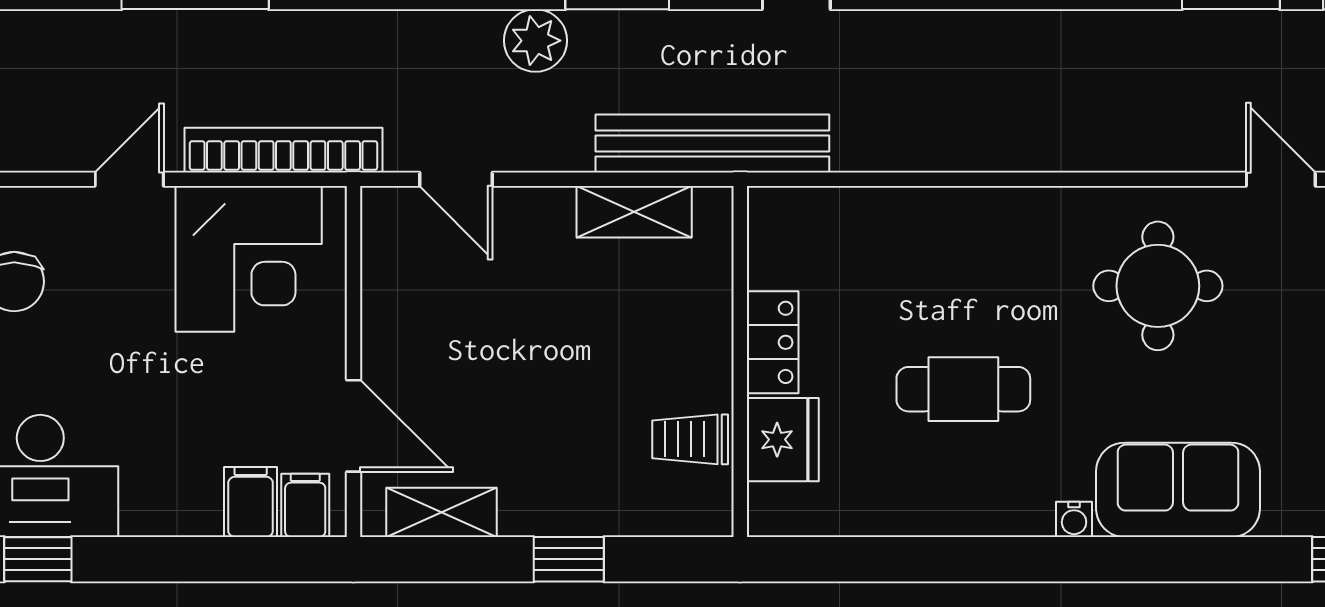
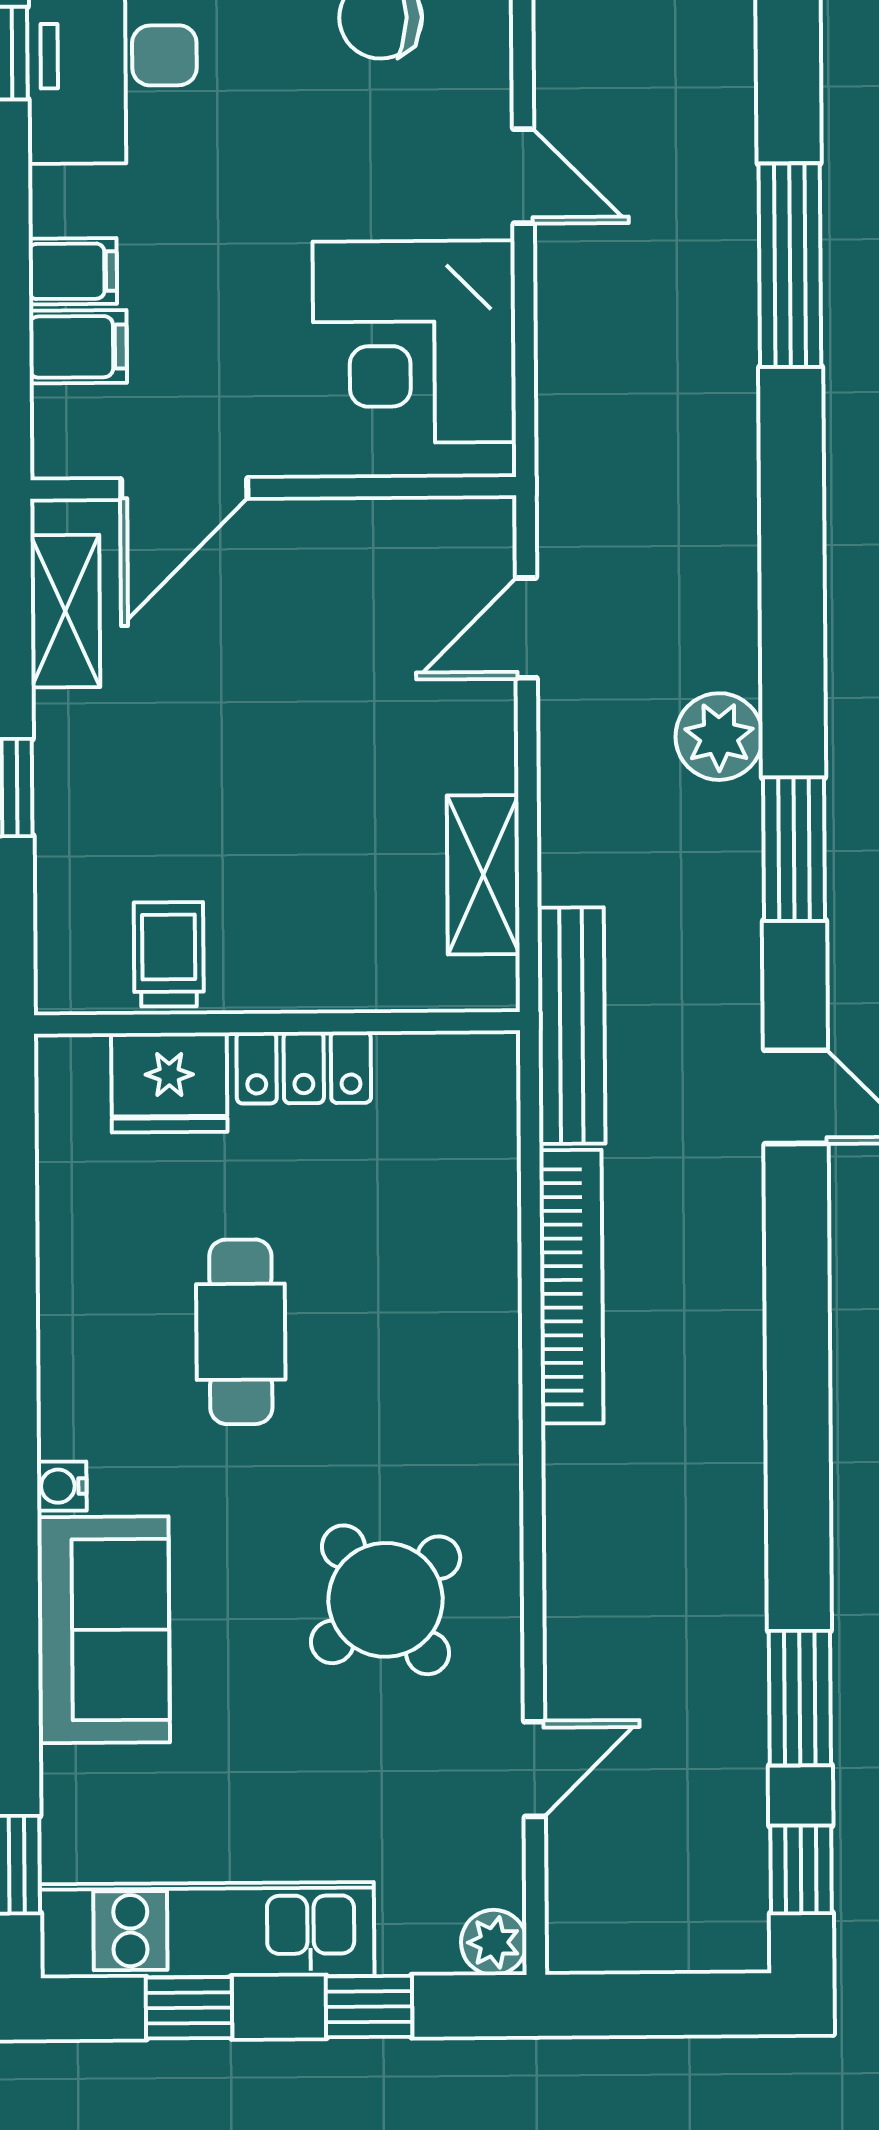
bench: (712, 144) -> (571, 1026), width x0.73, depth x0.82
bookcase: (283, 150) -> (571, 1287), moved
round table: (1158, 286) -> (386, 1600), turned -38
filing cabinet: (305, 505) -> (73, 271), moved

